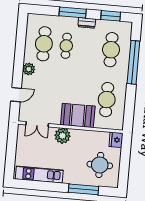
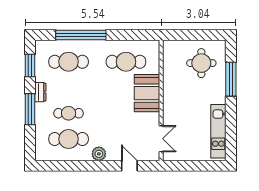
plant: (62, 136) -> (172, 109), removed
fridge: (116, 140) -> (171, 47), removed

